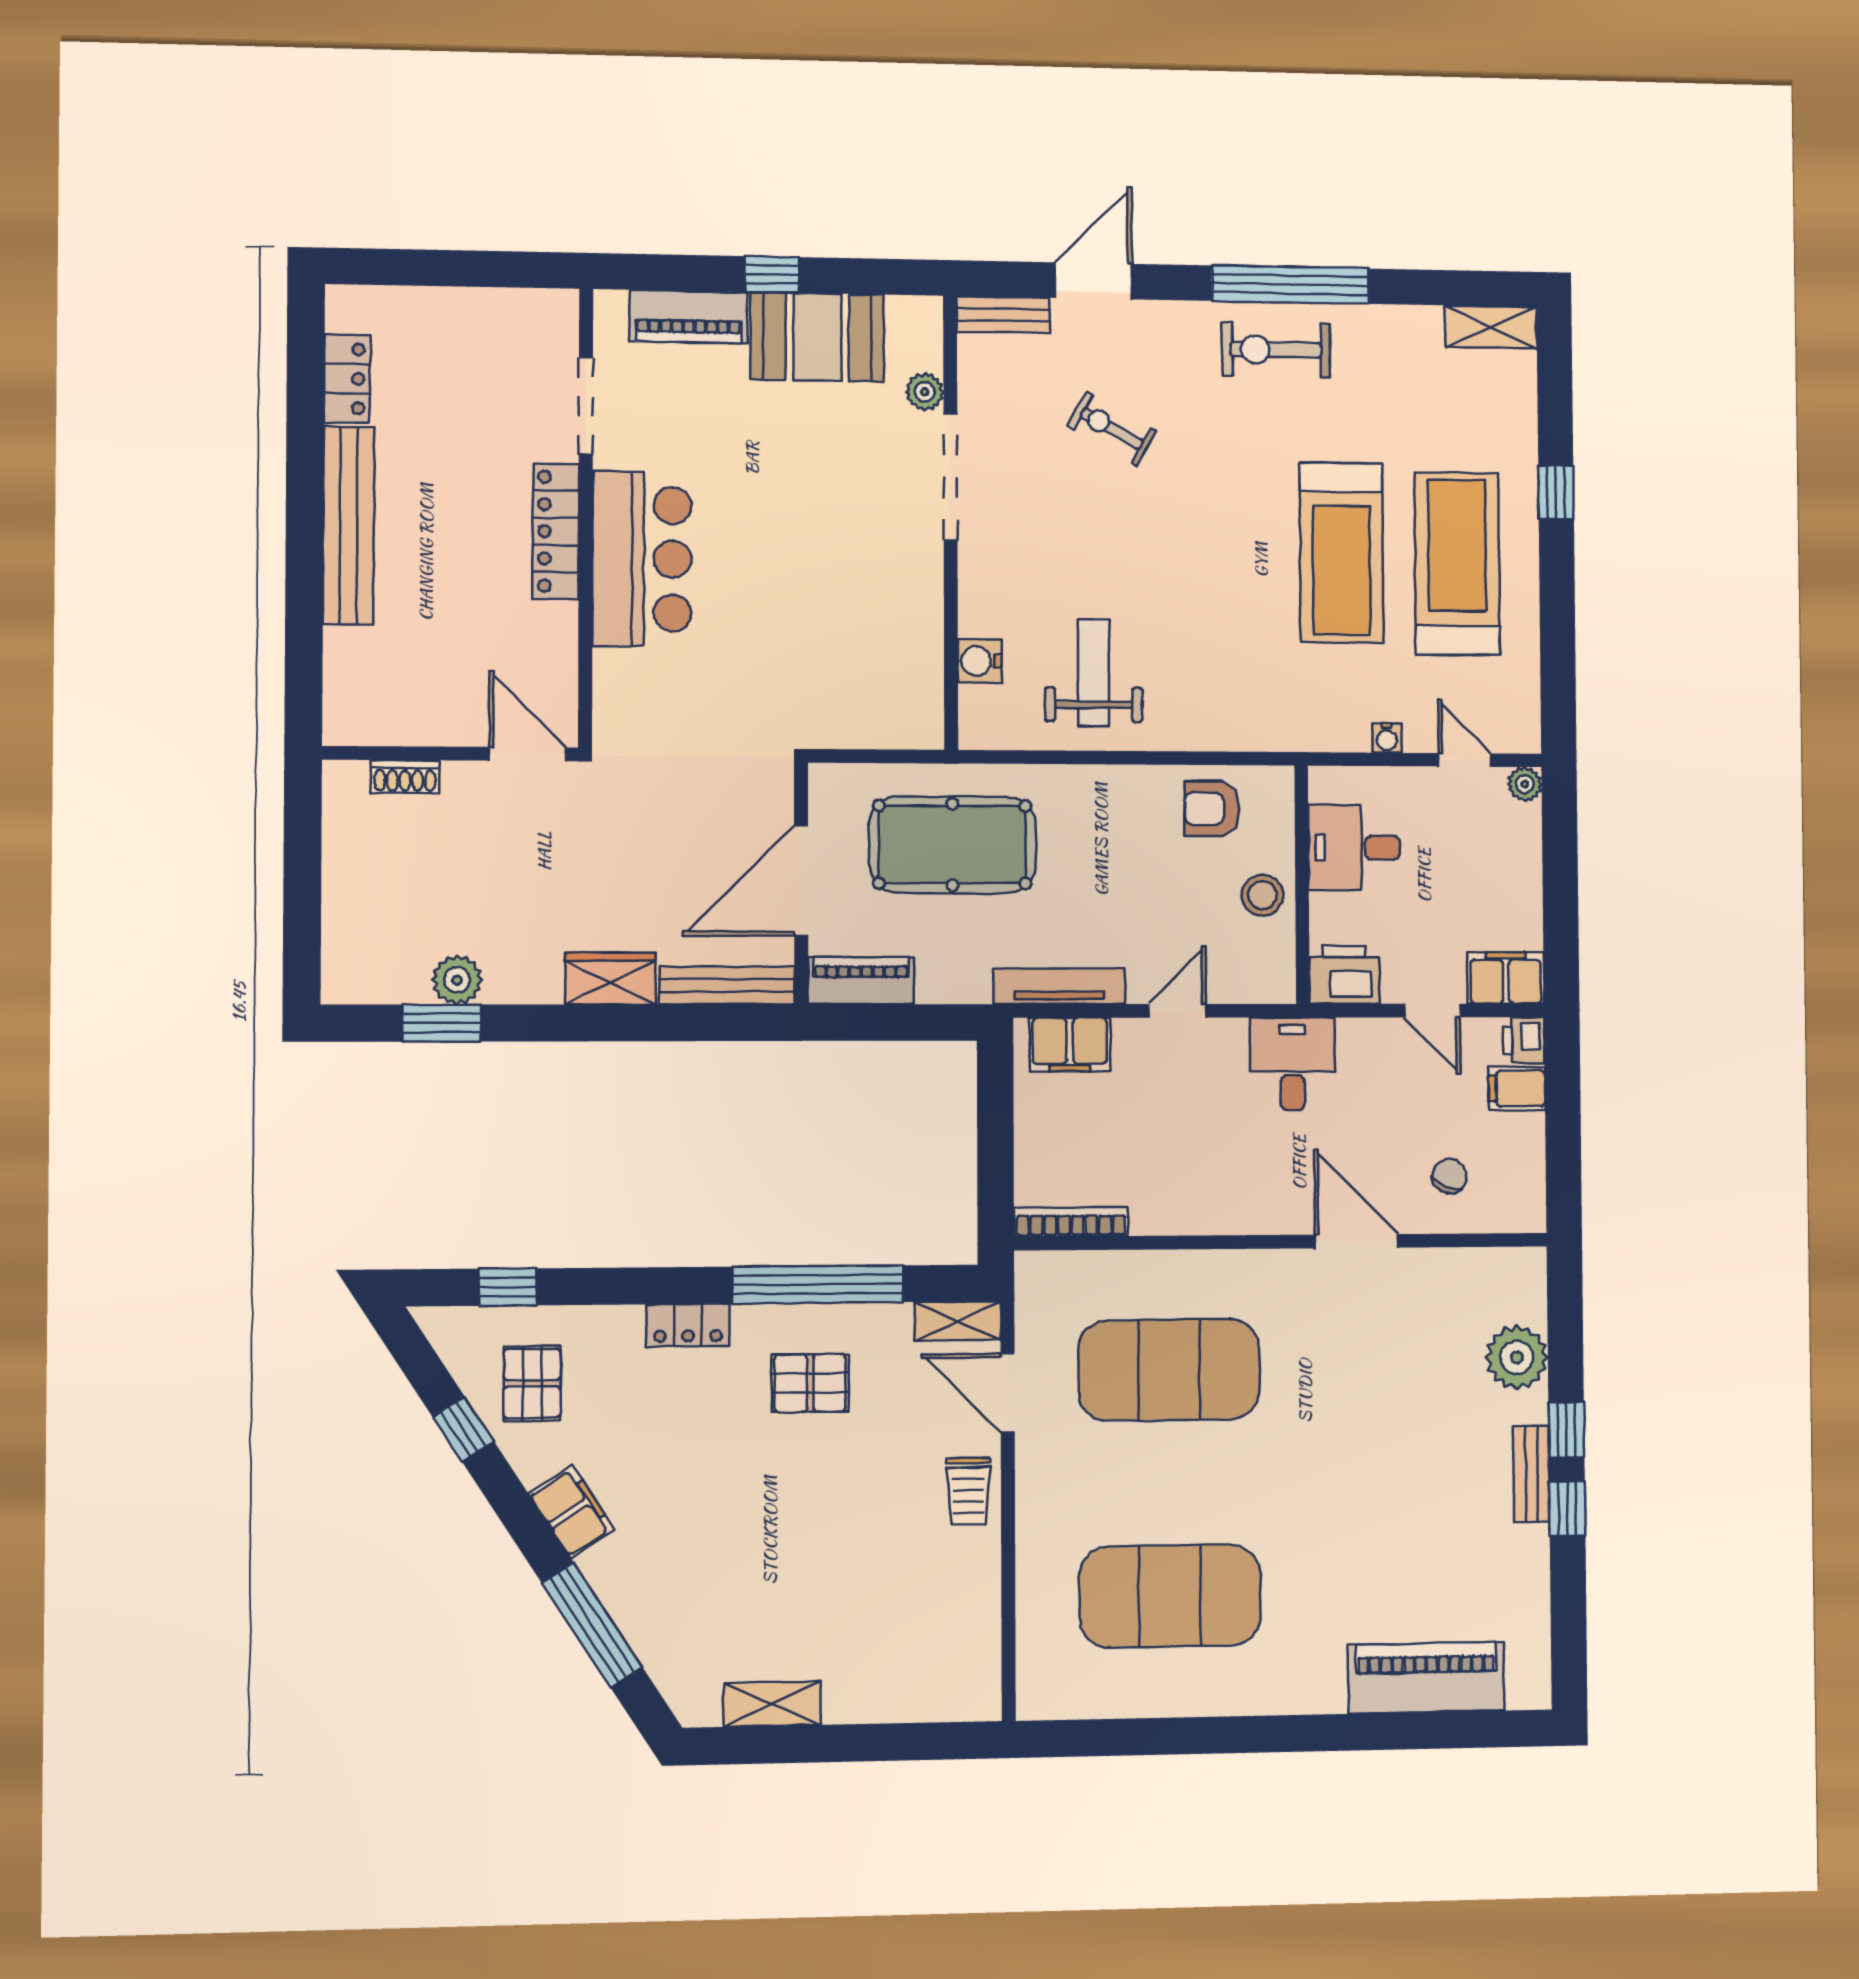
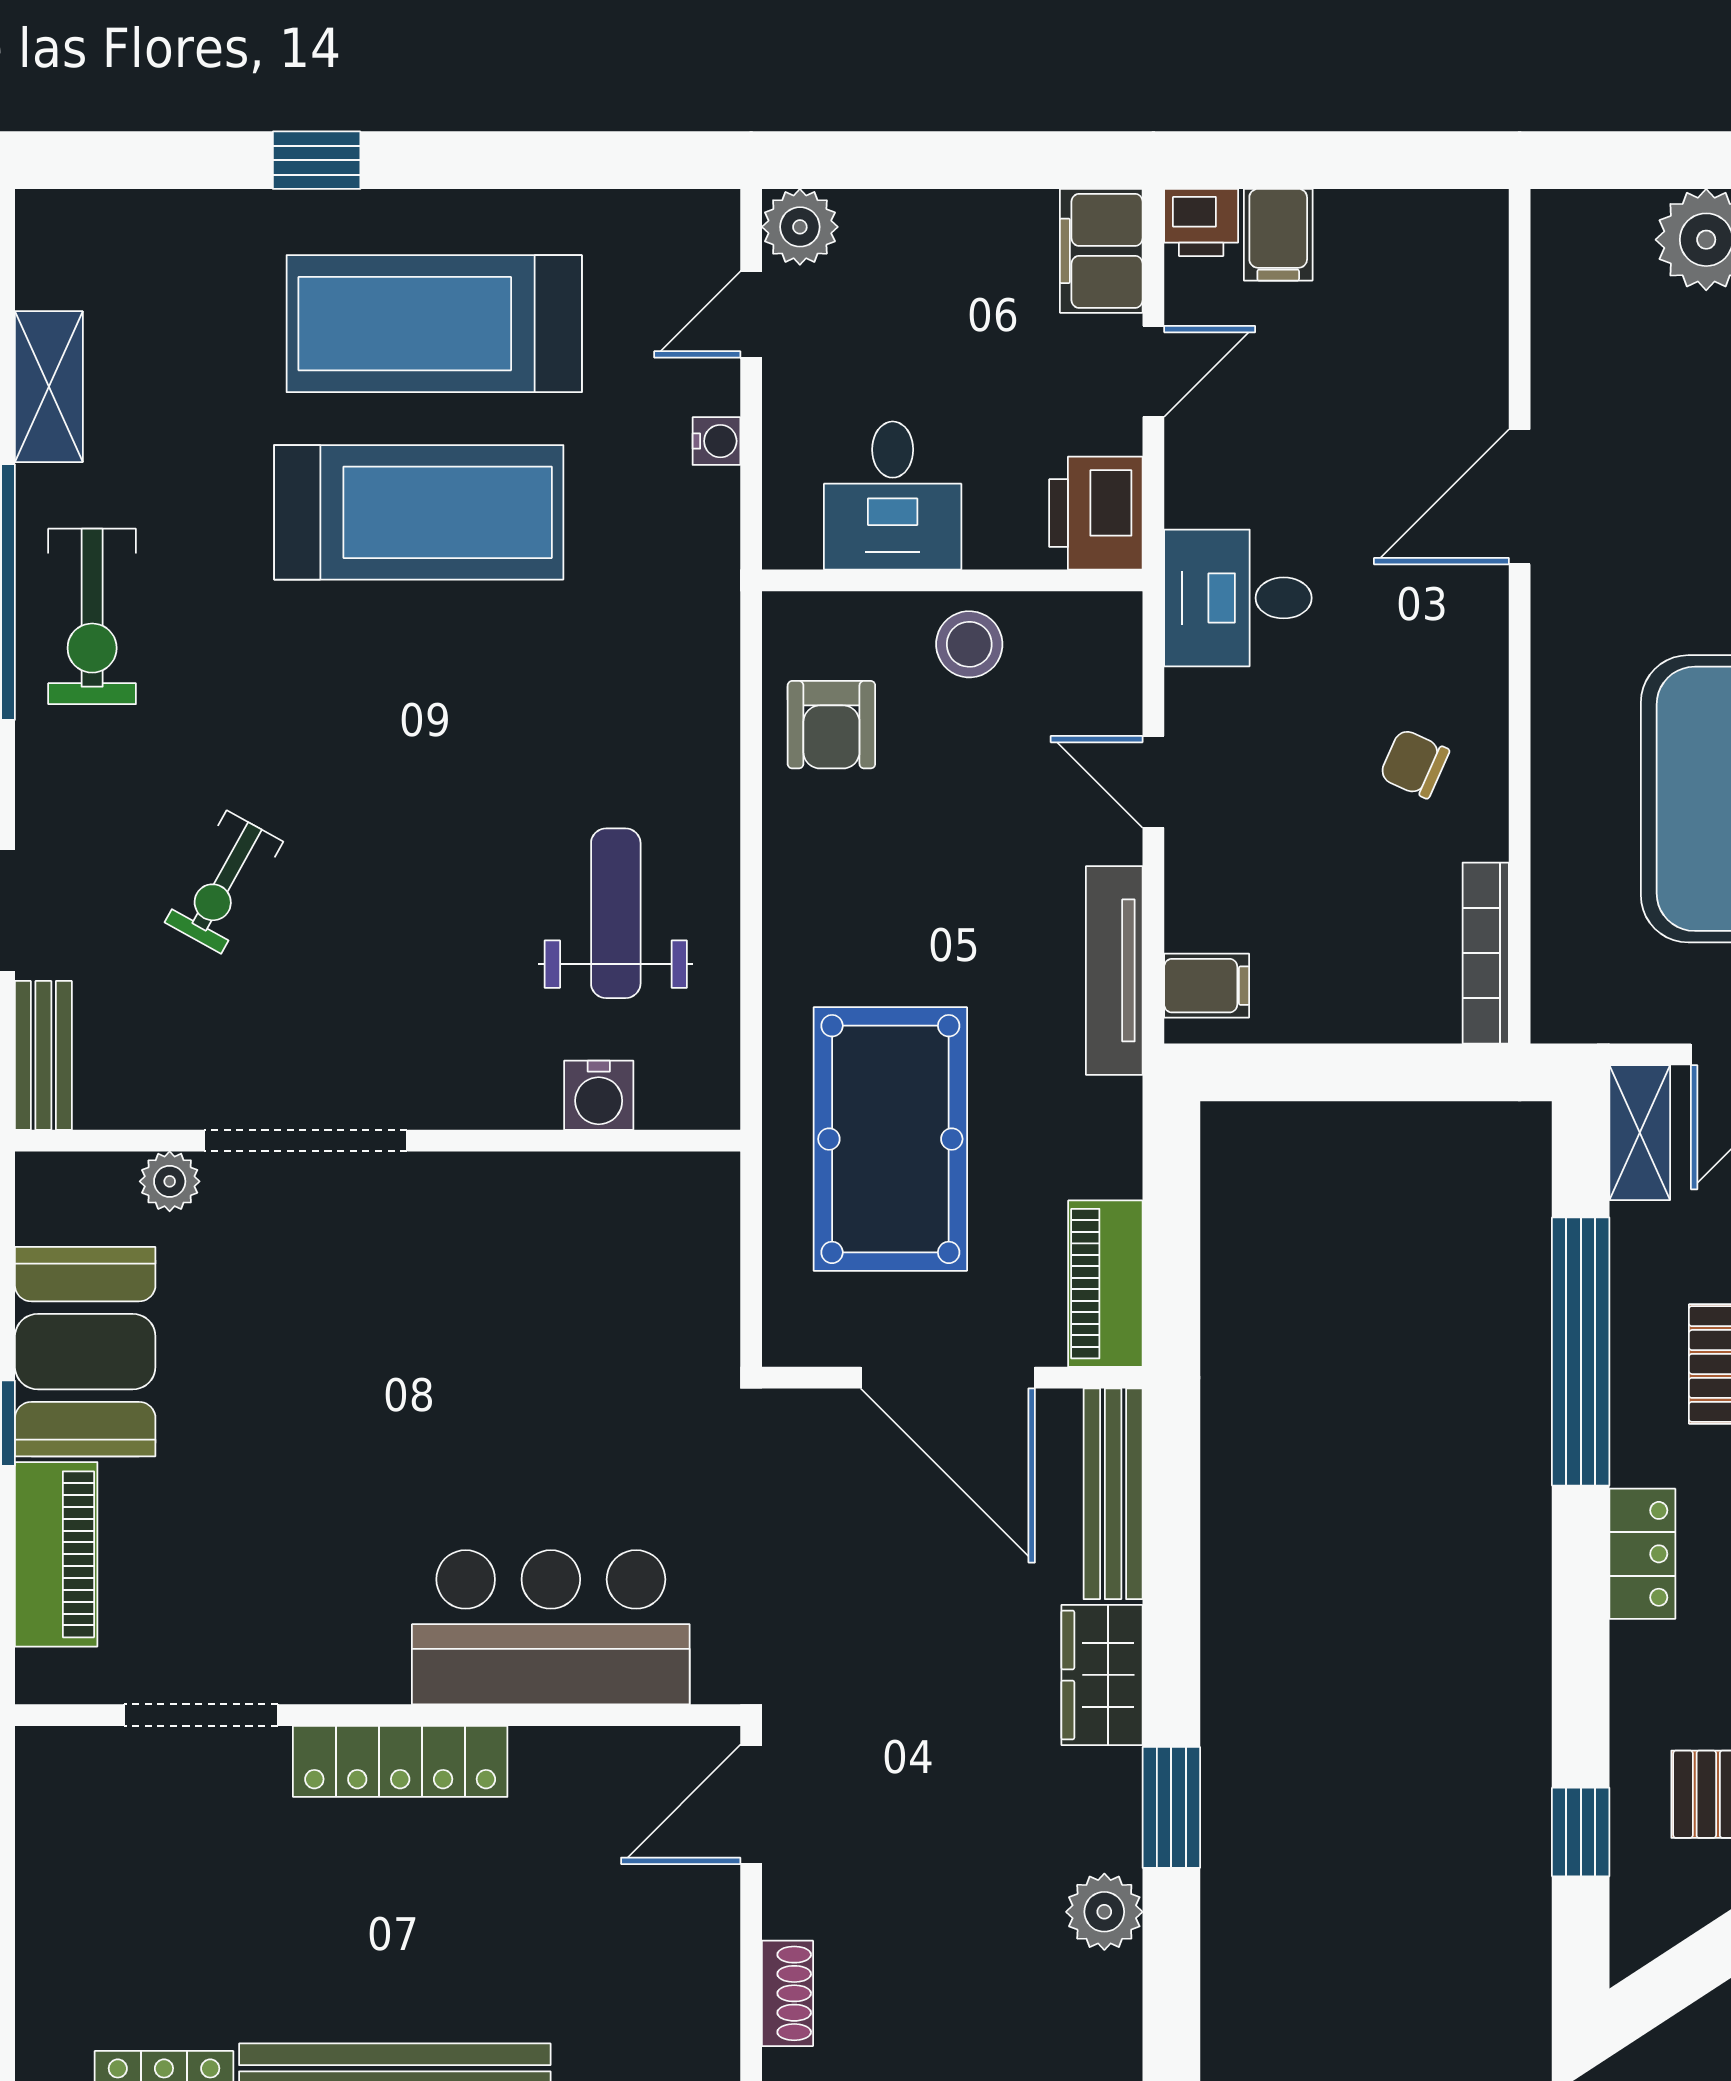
shelving: (1491, 327) -> (49, 387), moved
bar counter: (642, 559) -> (551, 1627), moved
weight bench: (1094, 673) -> (616, 913), turned 90
plant: (1525, 784) -> (800, 227), width x1.38, depth x1.38
window: (442, 1023) -> (1171, 1807), moved
filing cabinet: (1070, 1045) -> (1207, 986), width x0.50
chair: (1449, 1176) -> (1414, 764), moved

